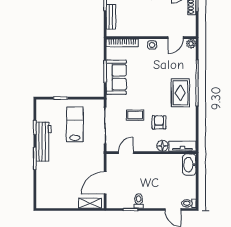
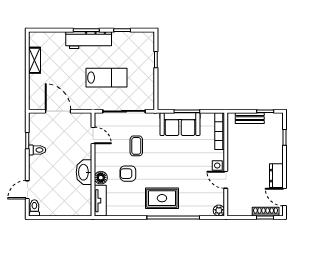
door: (176, 38) -> (226, 180), moved
armchair: (159, 122) -> (128, 174), turned 180
lab bench: (75, 124) -> (107, 78), moved
workbench: (43, 142) -> (89, 40), moved
washbasin: (189, 165) -> (84, 172), moved, turned -90
shelving: (90, 203) -> (35, 60), moved

